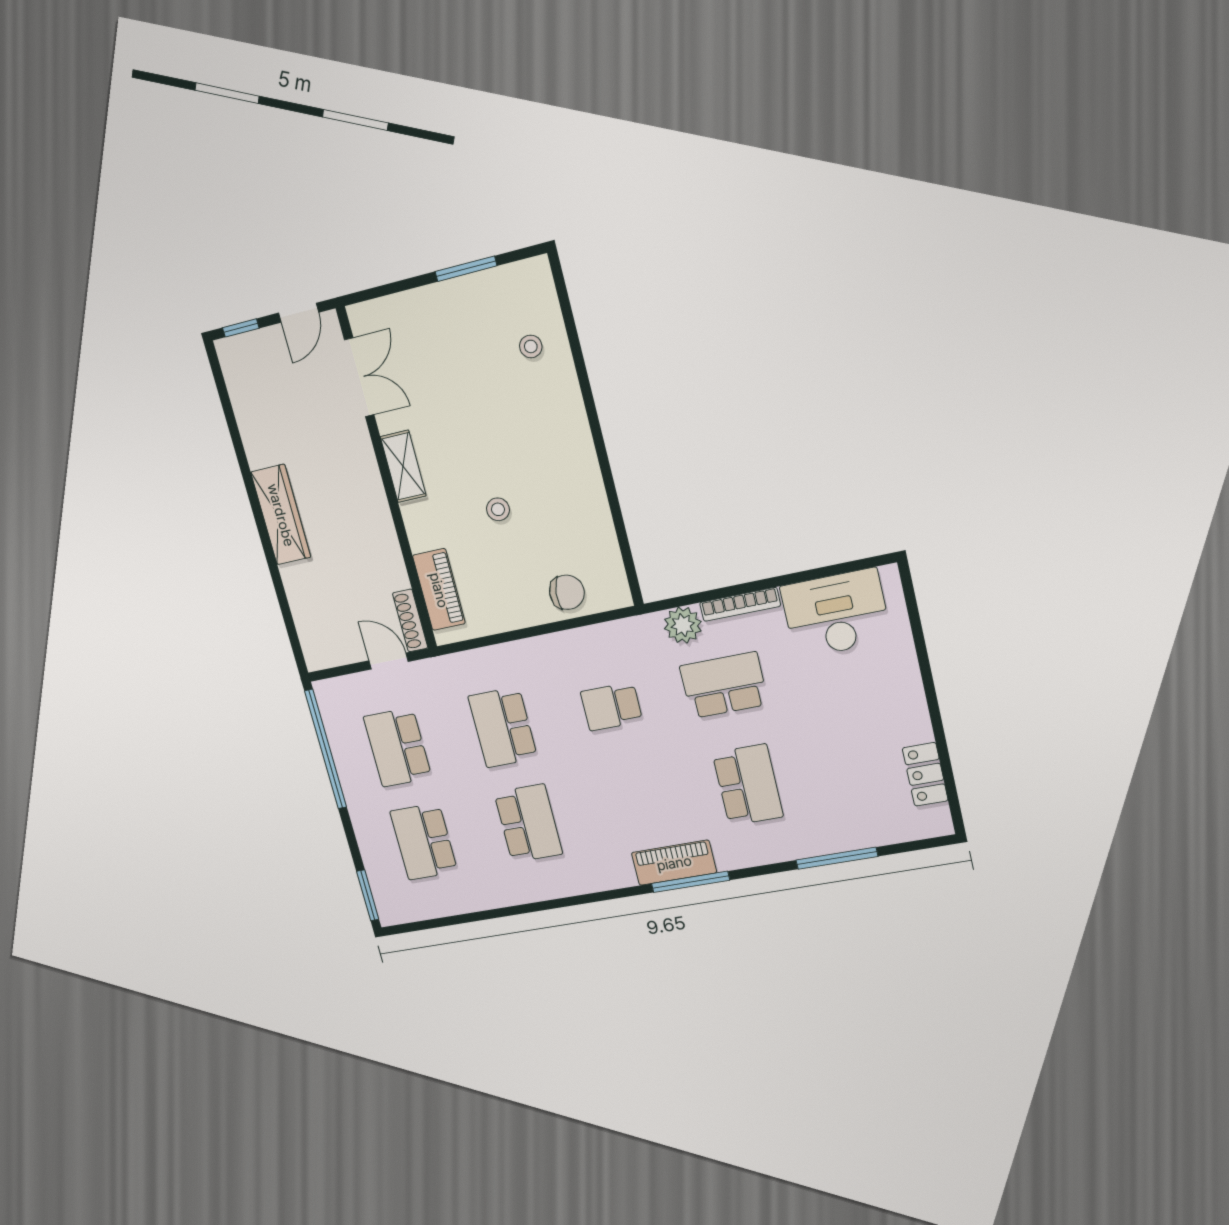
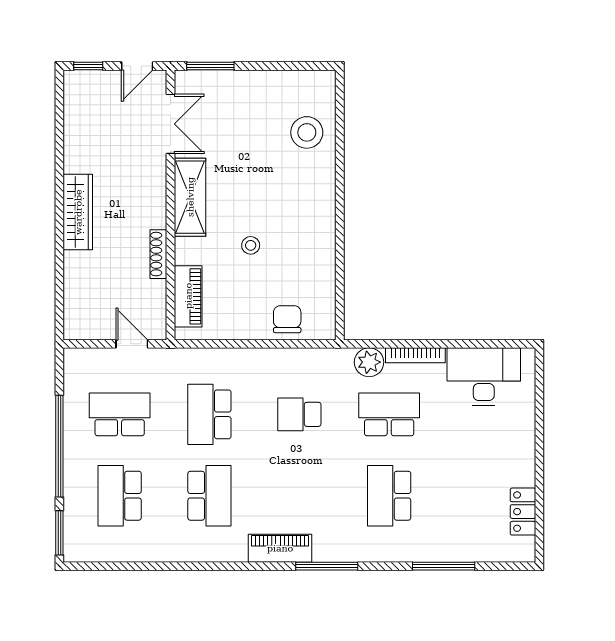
window: (466, 269) -> (210, 66), moved
stool: (531, 346) -> (307, 132), width x1.89, depth x1.89
shelving: (403, 466) -> (190, 197), width x1.50, depth x1.33
chair: (567, 592) -> (287, 319), turned -96
shoe rack: (410, 621) -> (158, 254), moved
school desk: (398, 747) -> (120, 414), turned 90
window: (326, 749) -> (59, 446), moved
school desk: (748, 785) -> (389, 496), turned 180
piano: (674, 863) -> (280, 548), moved

